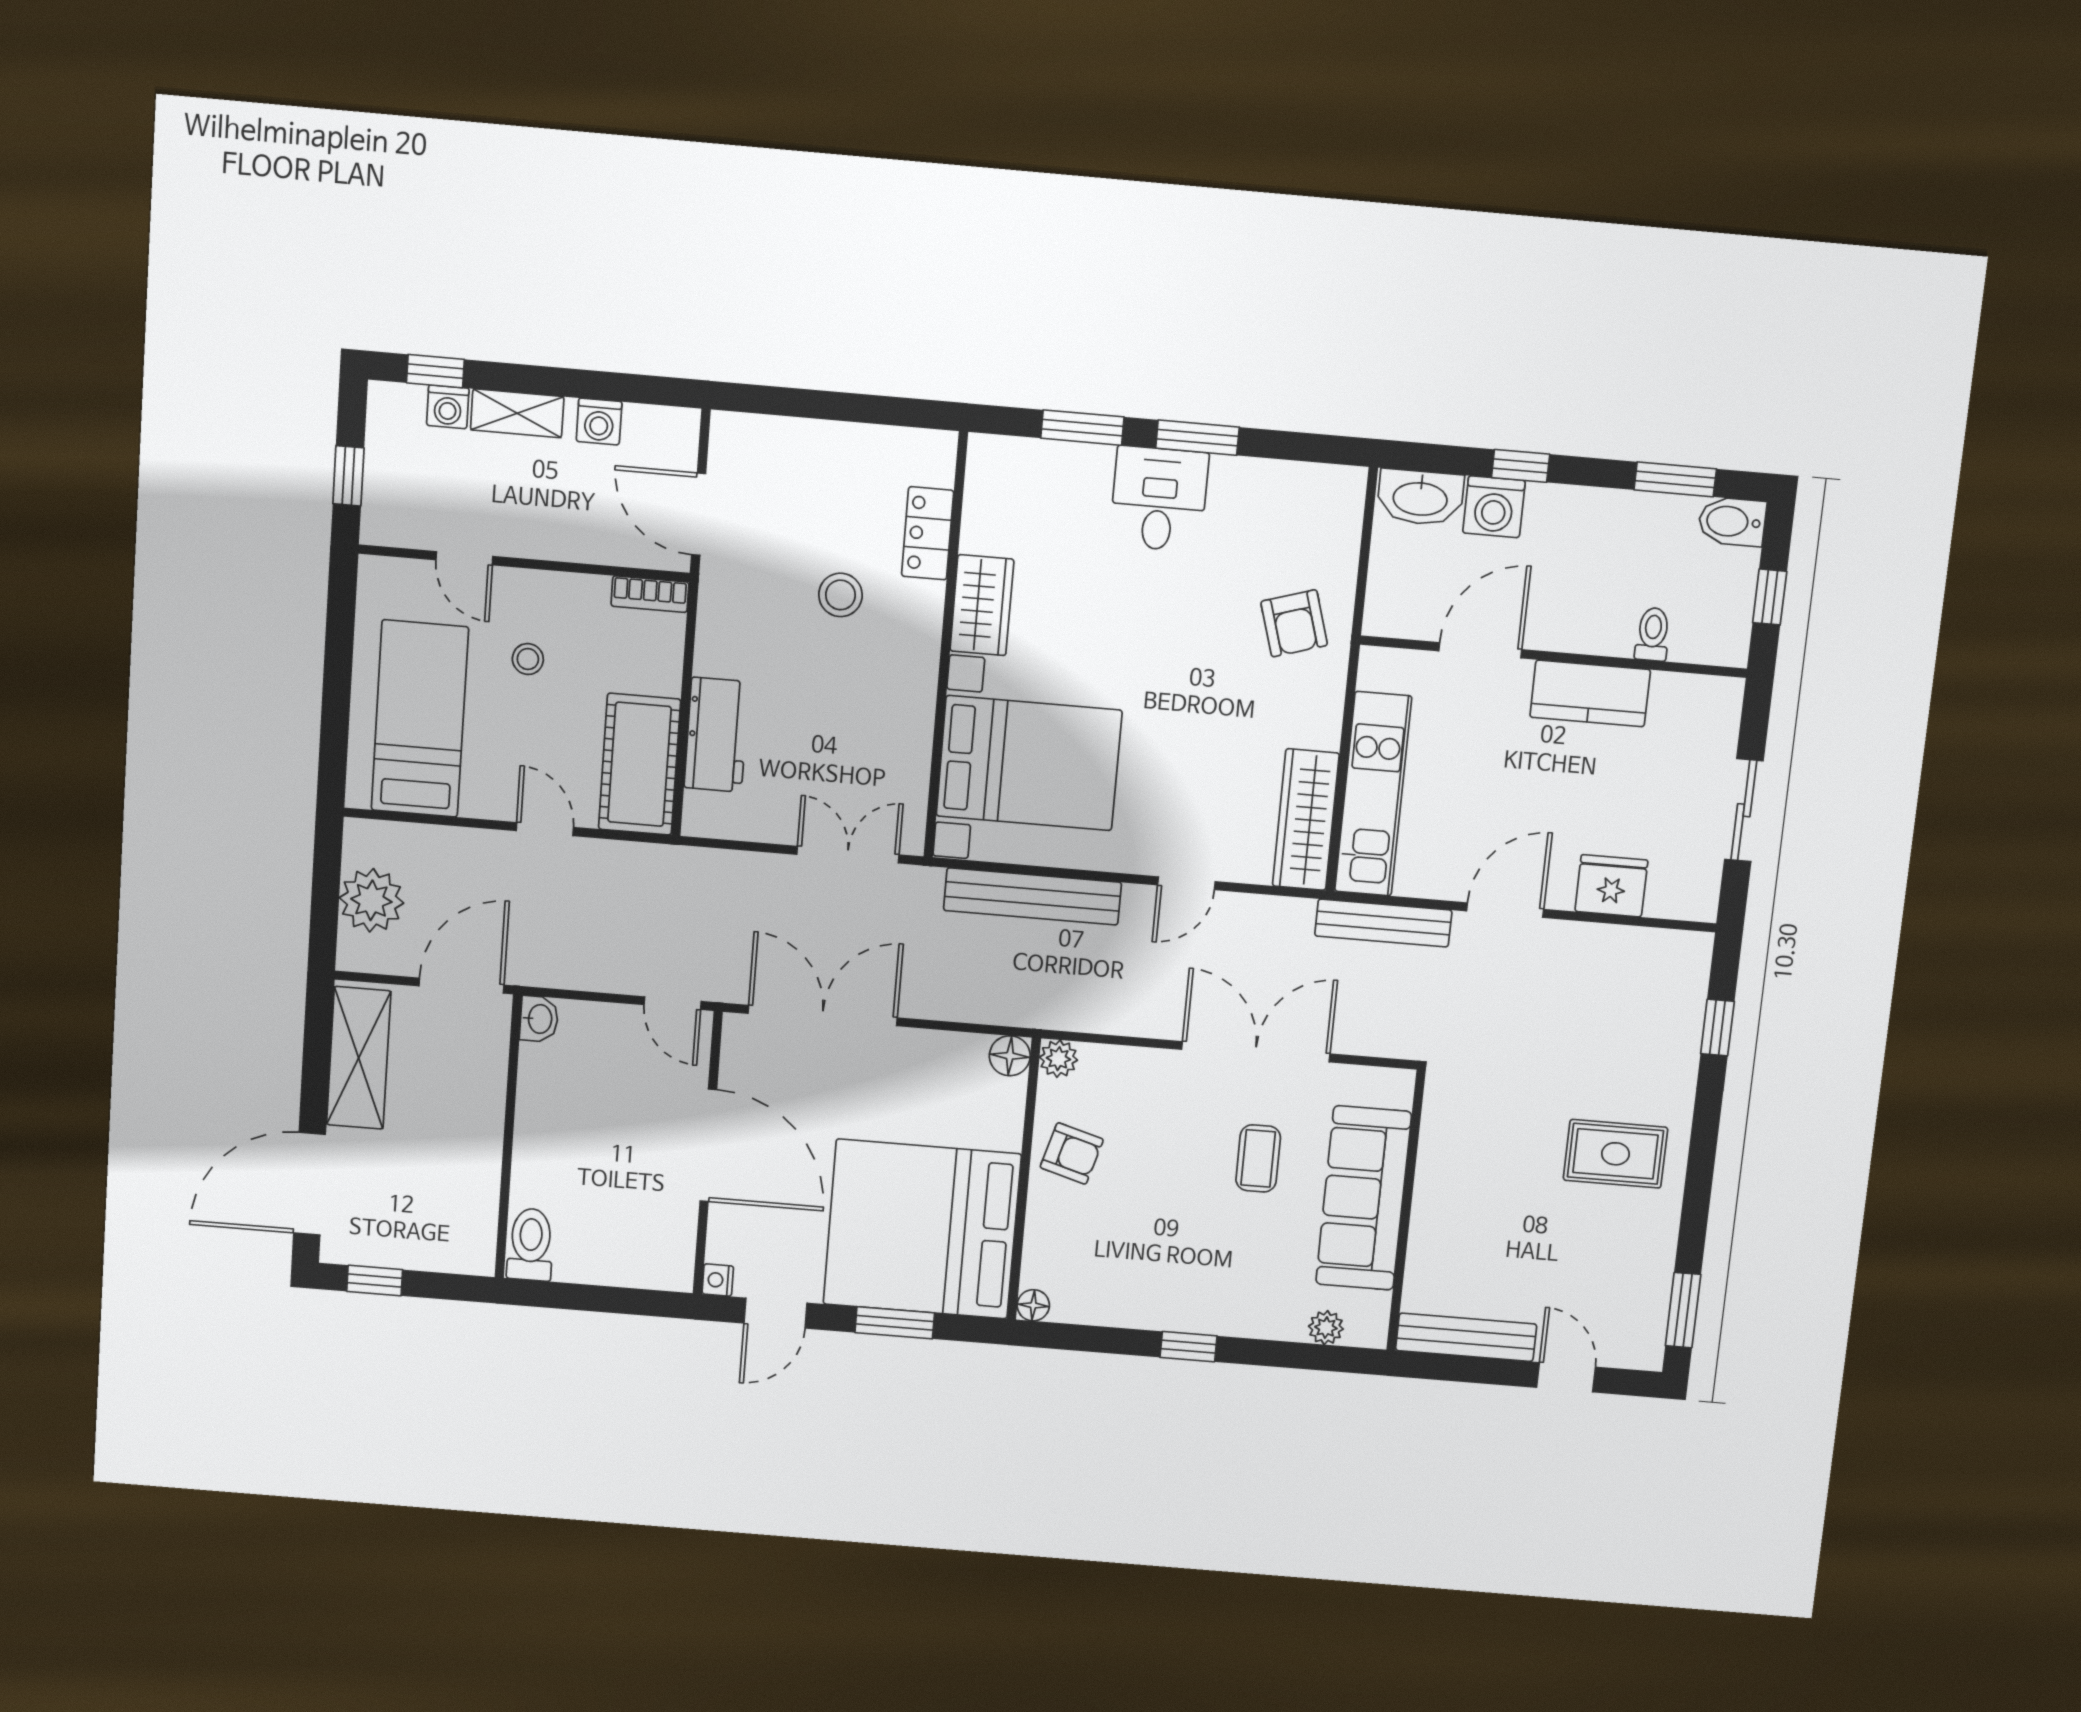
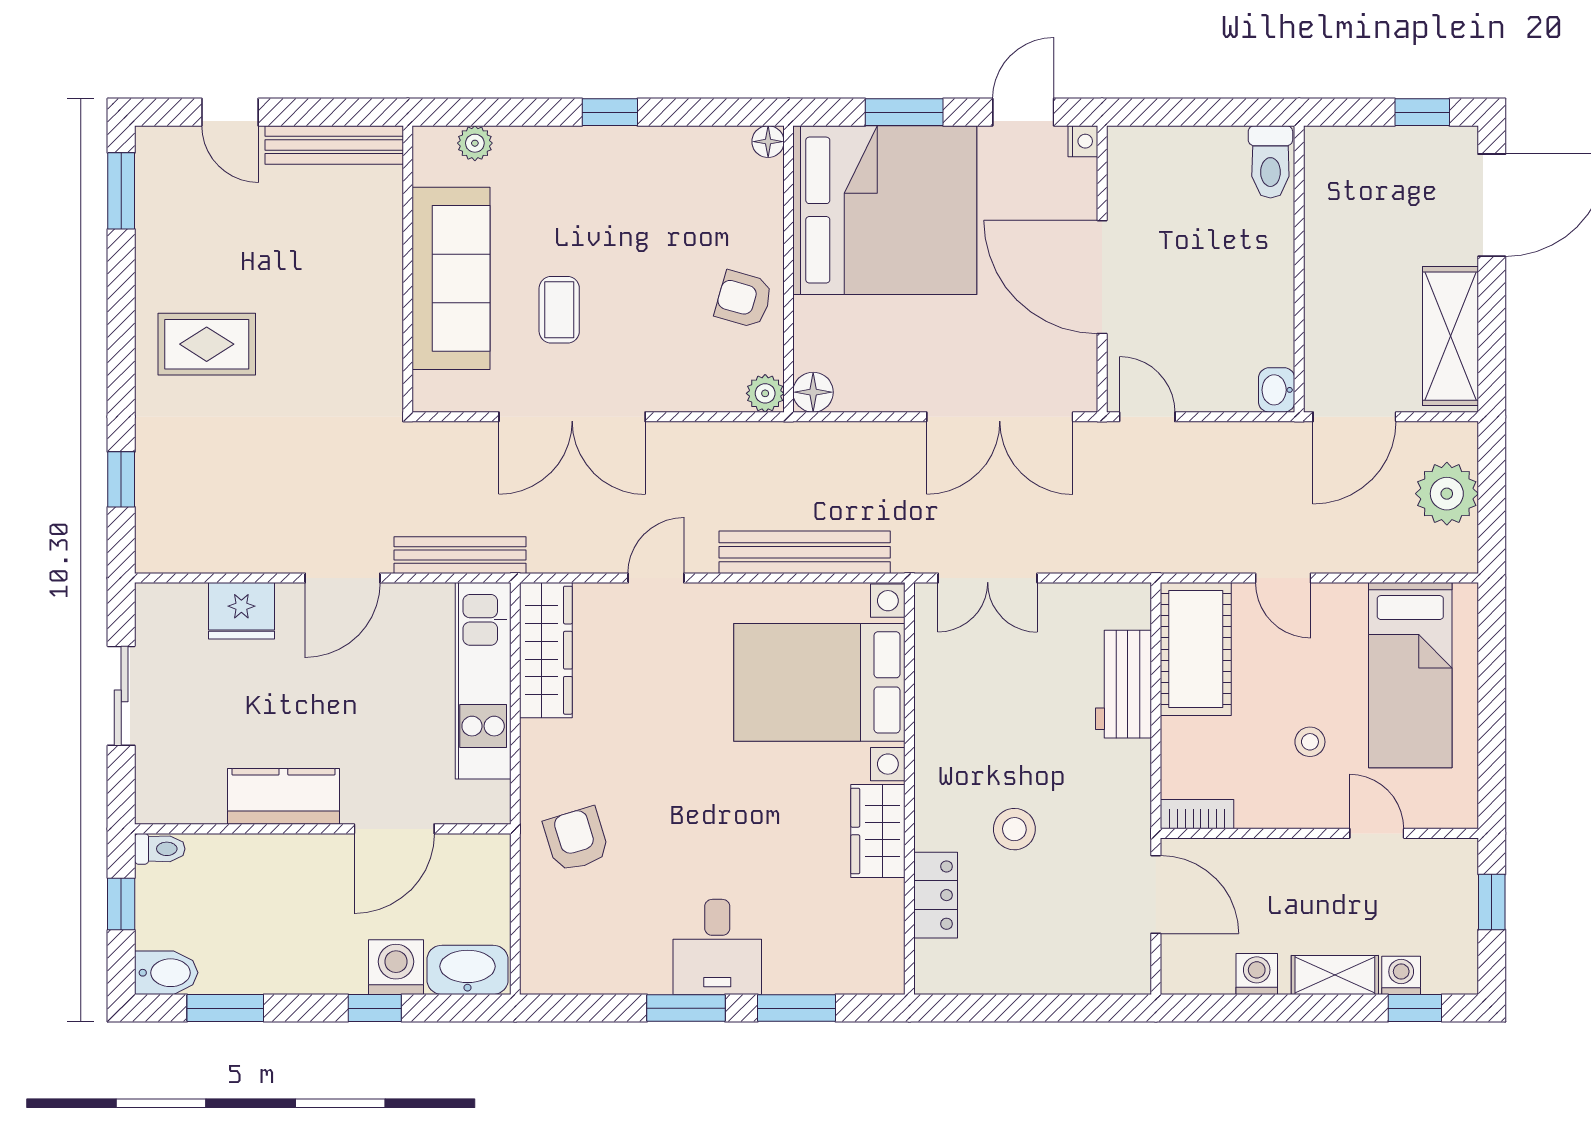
toilet: (1653, 634) -> (160, 849), moved, turned -90

